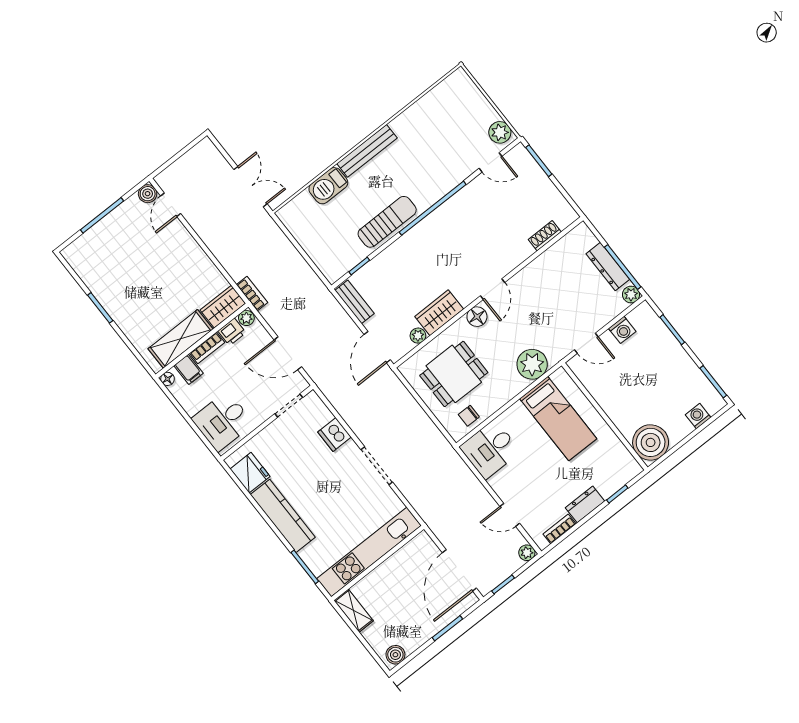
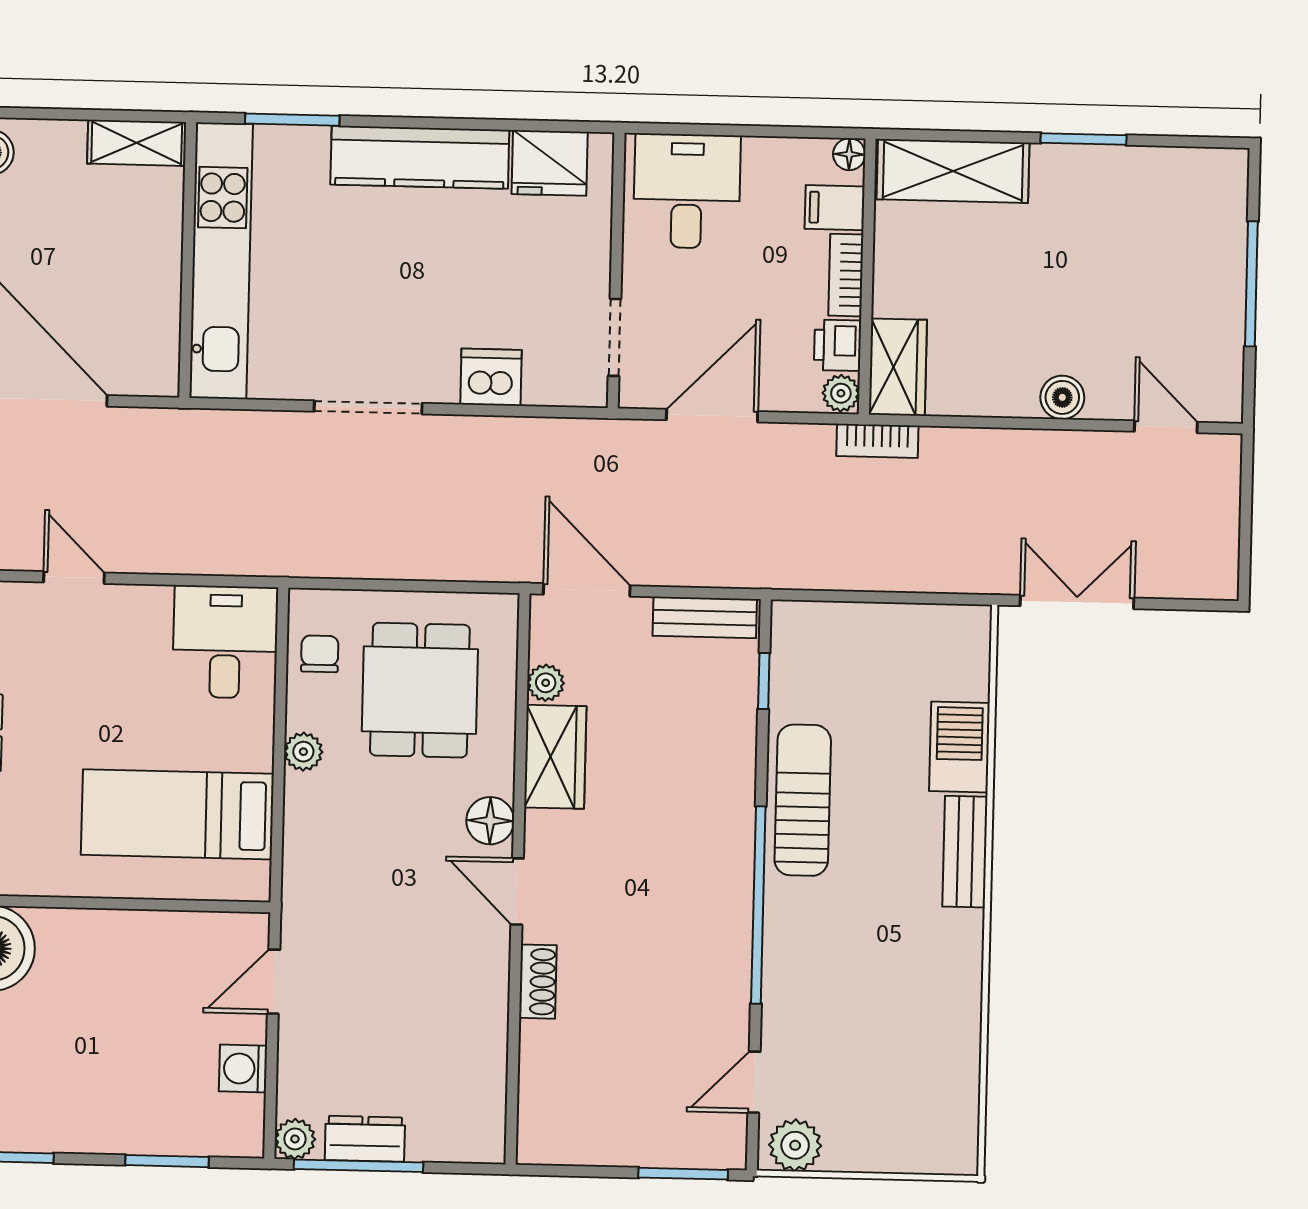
bench: (367, 151) -> (965, 852), width x0.73
double door: (250, 187) -> (1077, 602), swing flipped
boiler: (148, 194) -> (1062, 397), moved
sun lounger: (387, 222) -> (803, 800), turned 180
shoe rack: (545, 236) -> (538, 982), moved
dresser: (608, 266) -> (365, 1139), width x0.70
shelving: (180, 339) -> (953, 171), moved, turned 90
plant: (532, 364) -> (303, 752), moved, width x0.53, depth x0.53
door: (510, 515) -> (74, 577), hinge flipped

